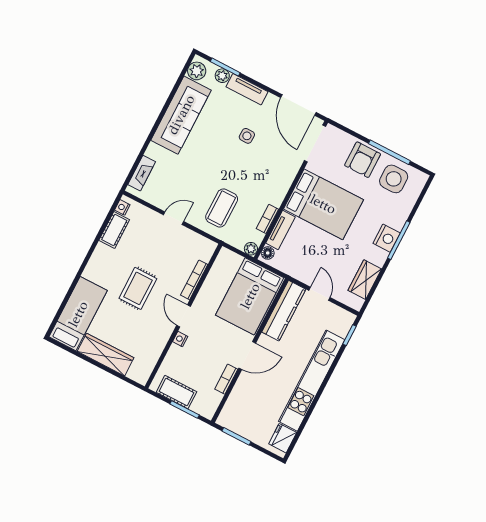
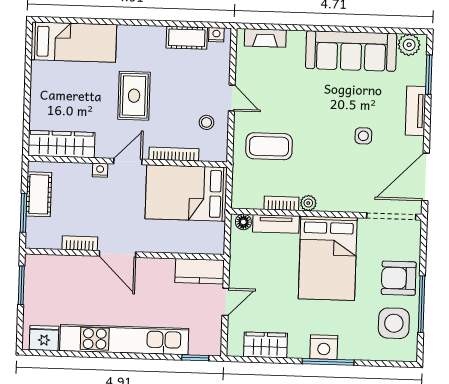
plant: (222, 76) -> (418, 76), removed
stool: (183, 245) -> (207, 122), added
plant: (251, 249) -> (308, 203), moved
rug: (138, 288) -> (134, 96), turned 90
bed: (250, 296) -> (186, 193), moved
kitchen counter: (284, 311) -> (200, 271), width x0.67
wardrobe: (106, 355) -> (61, 144), moved, turned -90

